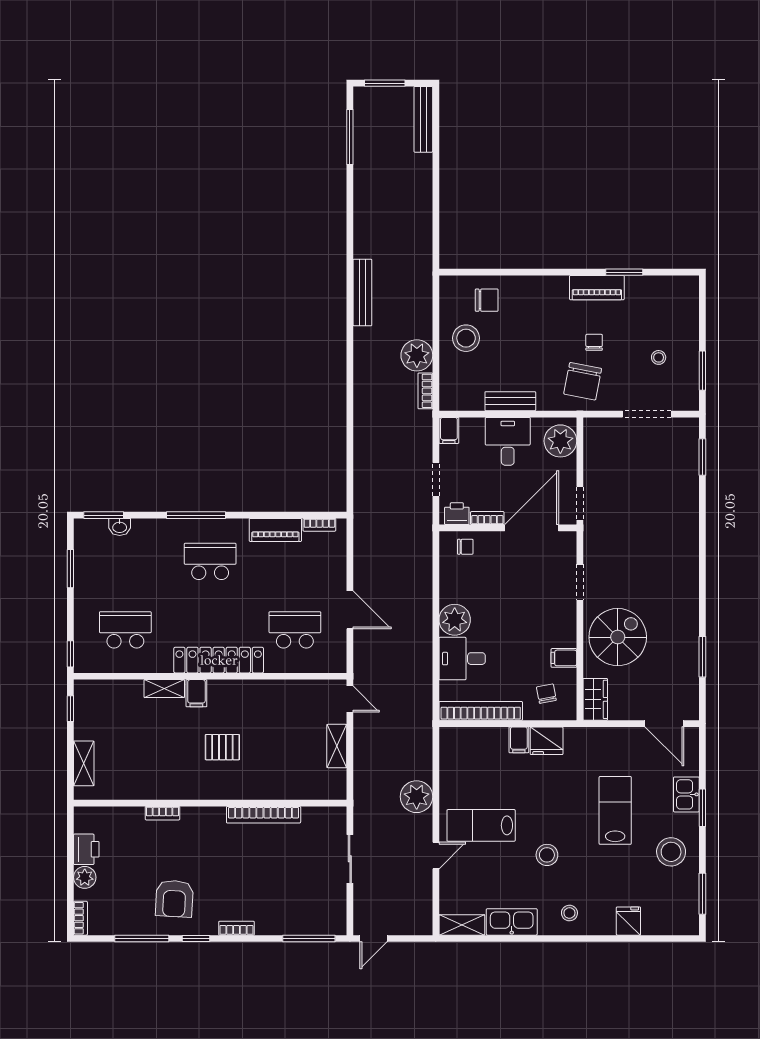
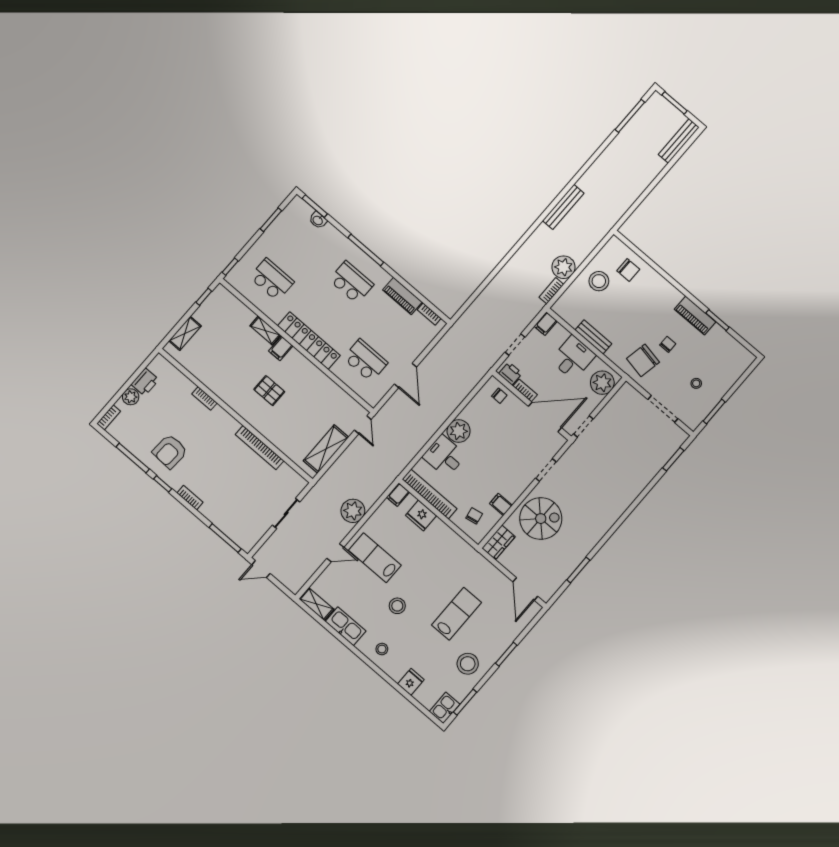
filing cabinet: (519, 740) -> (398, 495), moved
fridge: (547, 741) -> (421, 515), moved
shelving: (337, 746) -> (326, 449), width x1.50, depth x1.33
kitchen sink: (686, 794) -> (445, 708), moved

